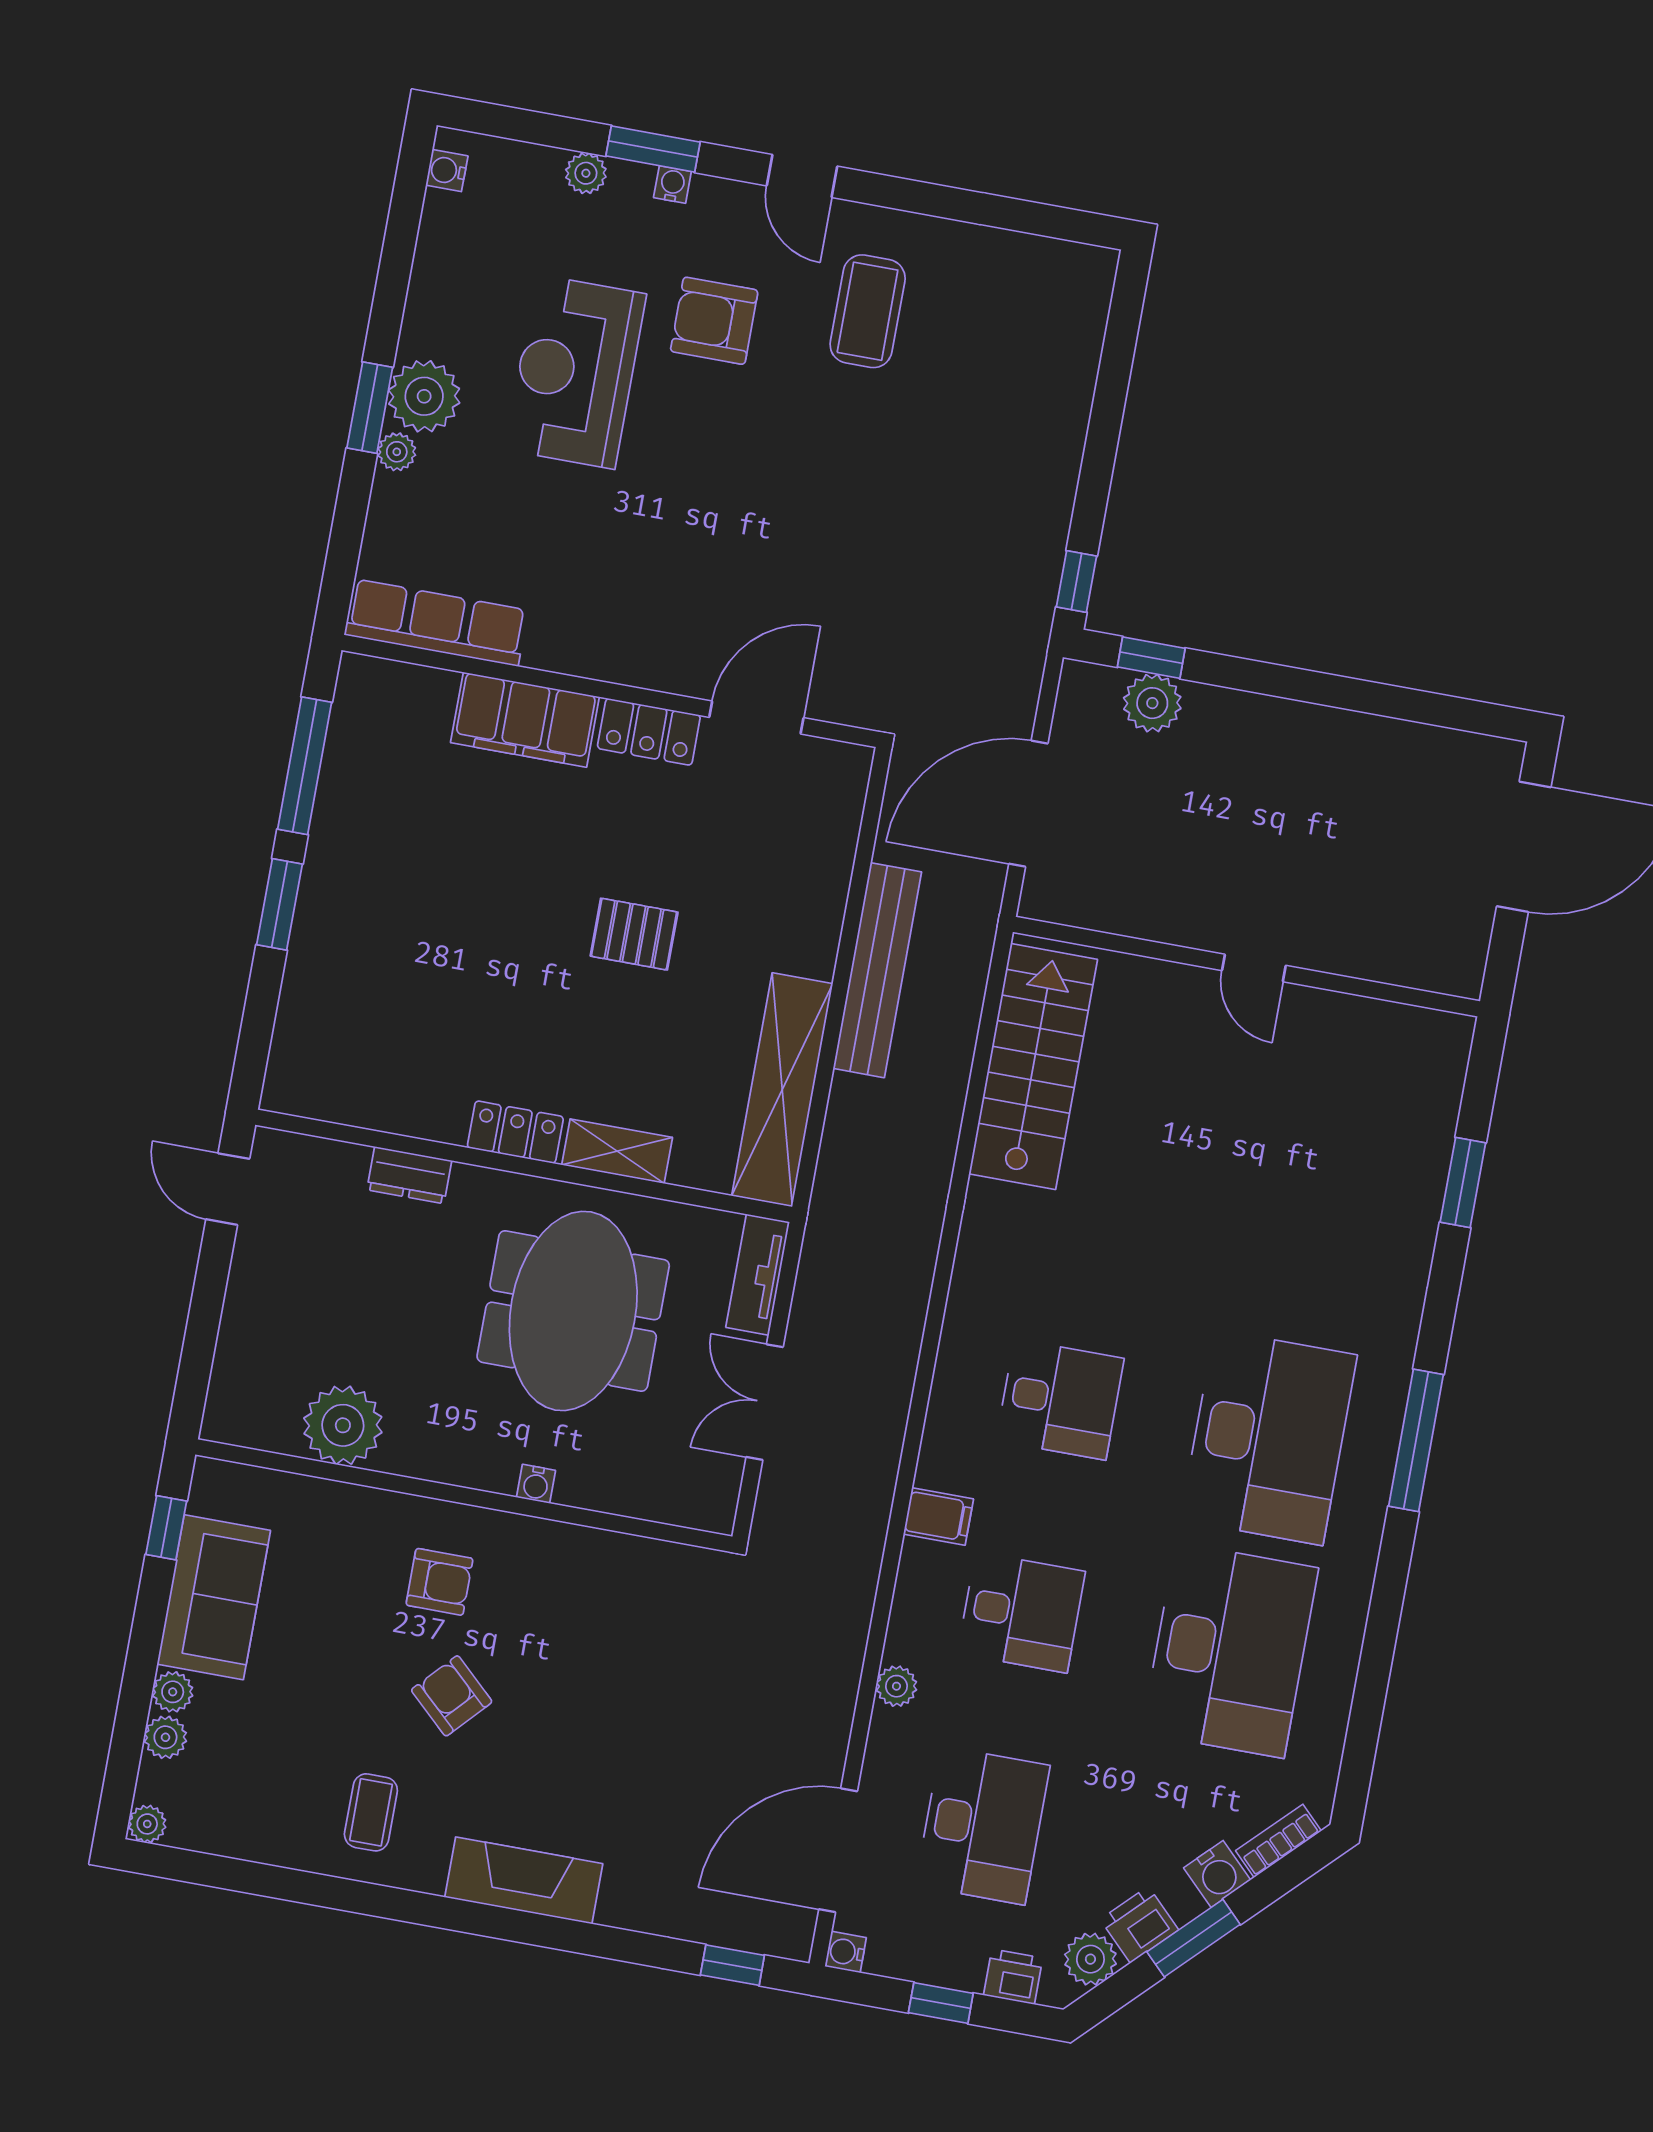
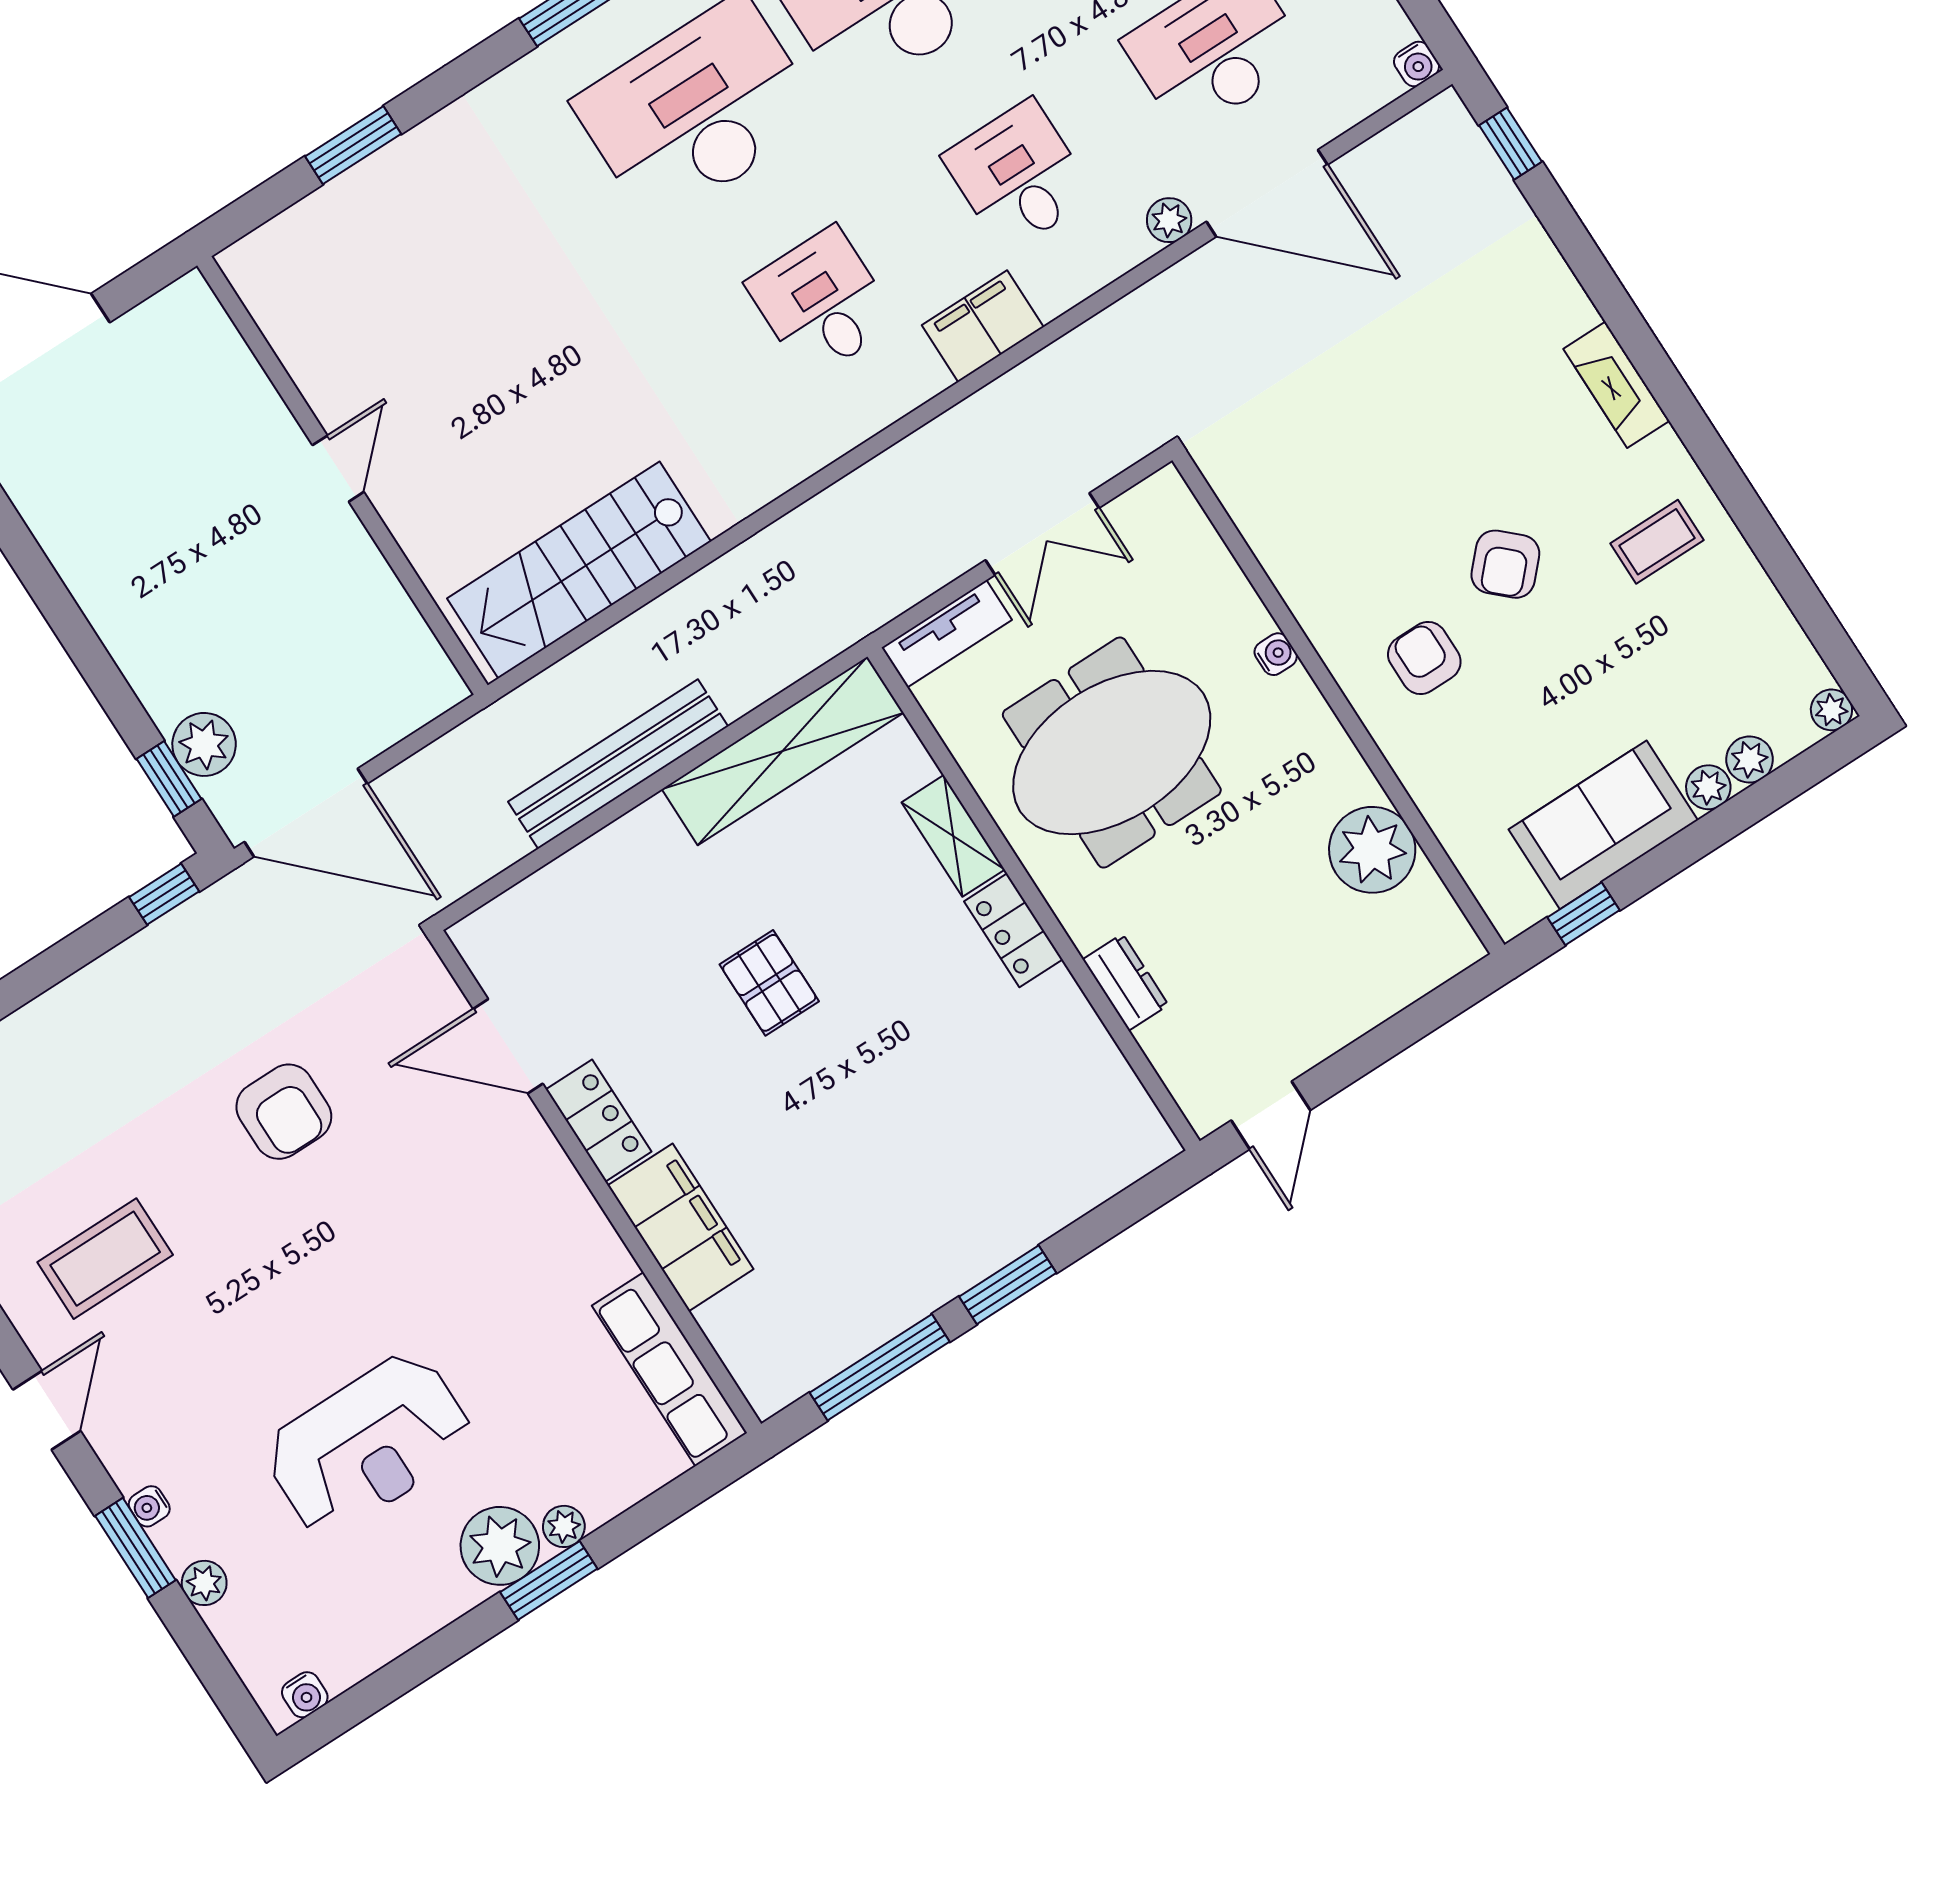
armchair: (714, 321) -> (284, 1112), moved
door: (1028, 804) -> (306, 813), moved
filing cabinet: (938, 1516) -> (983, 326), width x2.00
door: (838, 1850) -> (1267, 193), moved
fireplace: (524, 1880) -> (1616, 385), width x0.73, depth x0.76

